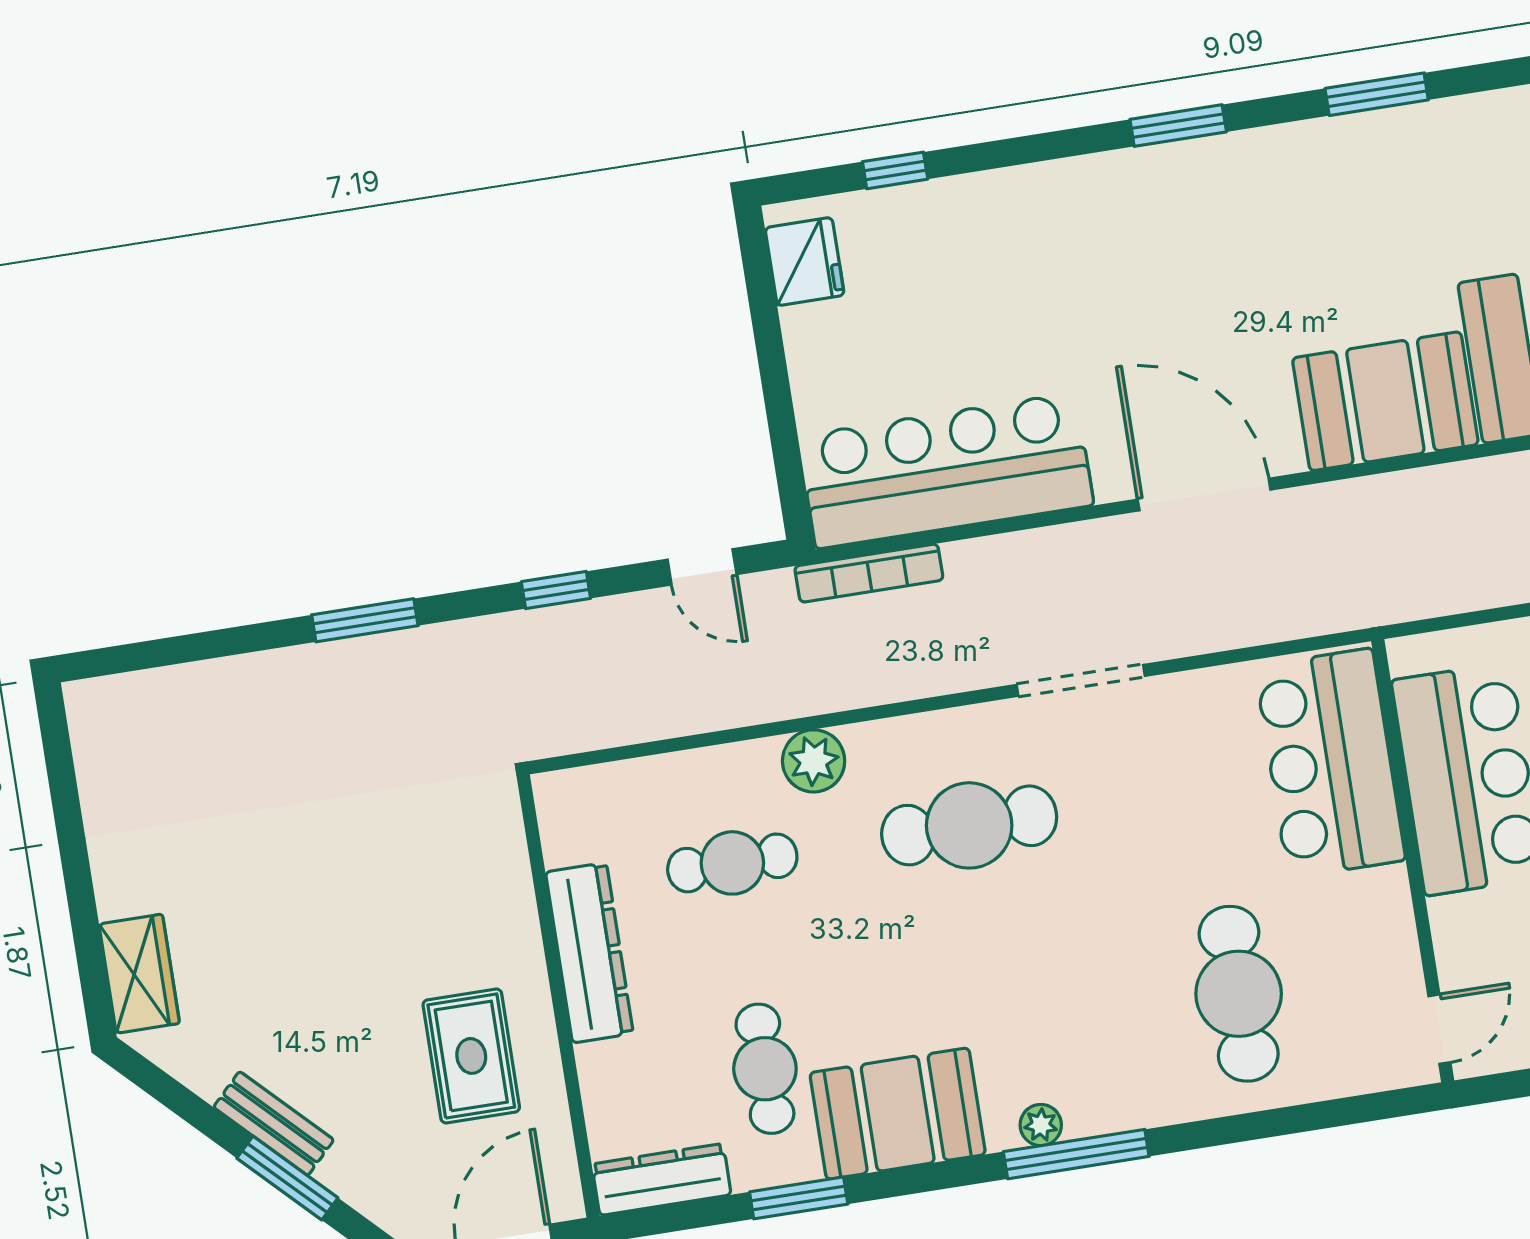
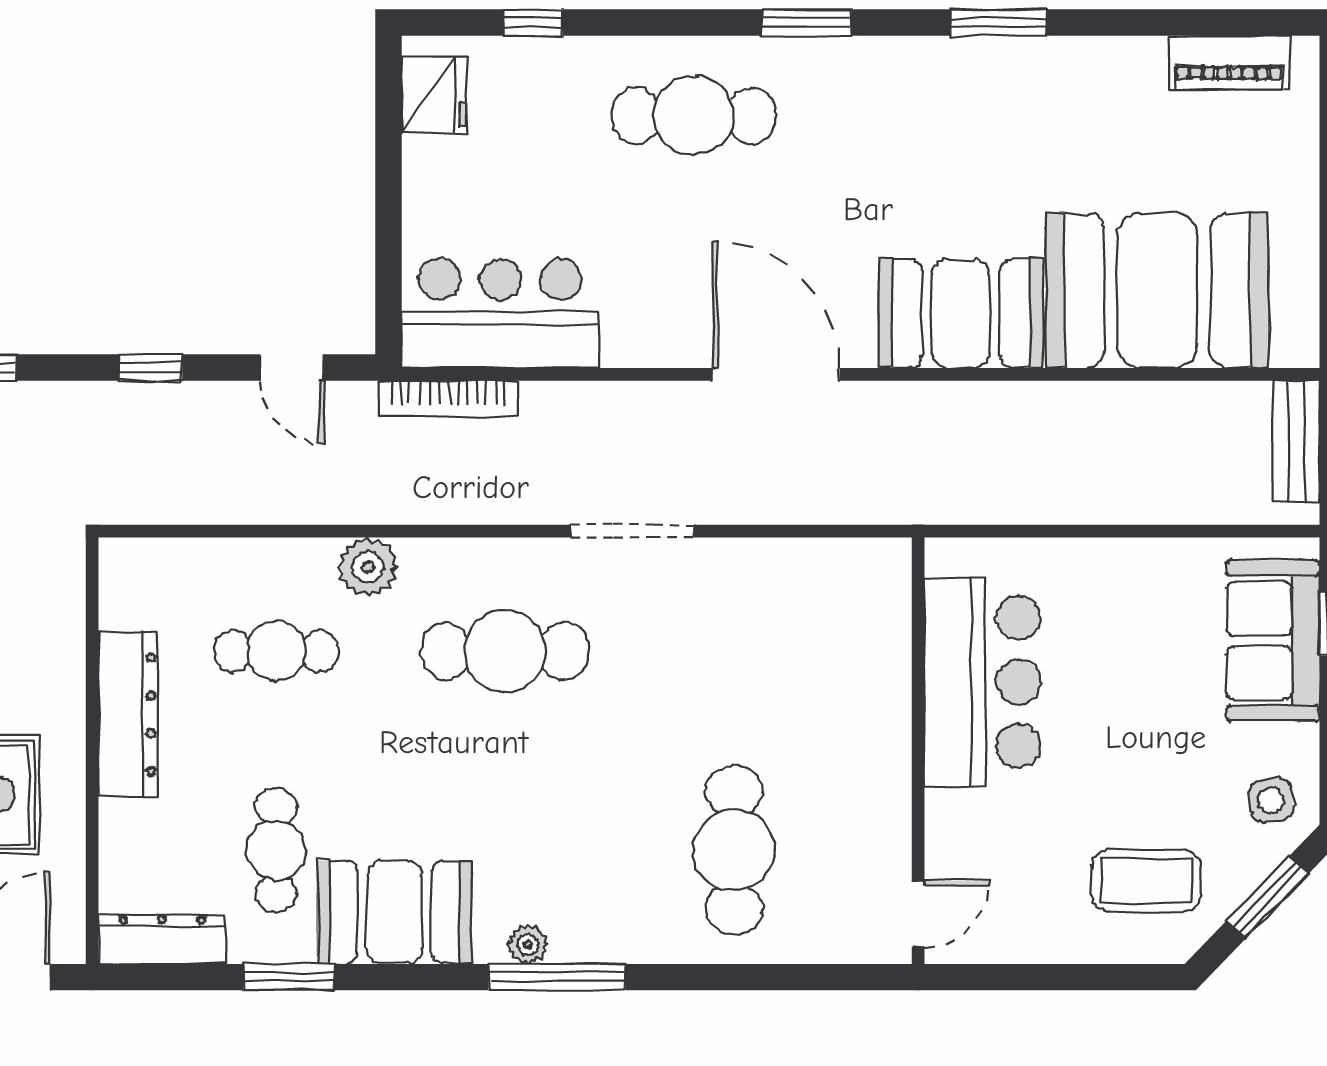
cafe table: (1077, 240) -> (694, 116), added
bar counter: (946, 471) -> (500, 313), width x0.73
bar counter: (1330, 763) -> (855, 646), removed

